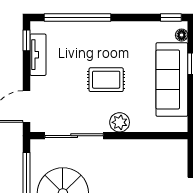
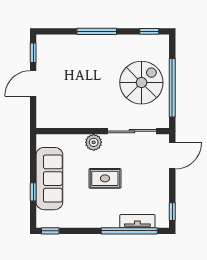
floor lamp: (182, 35) -> (41, 216), removed
tv unit: (38, 55) -> (137, 221), moved, turned 90

